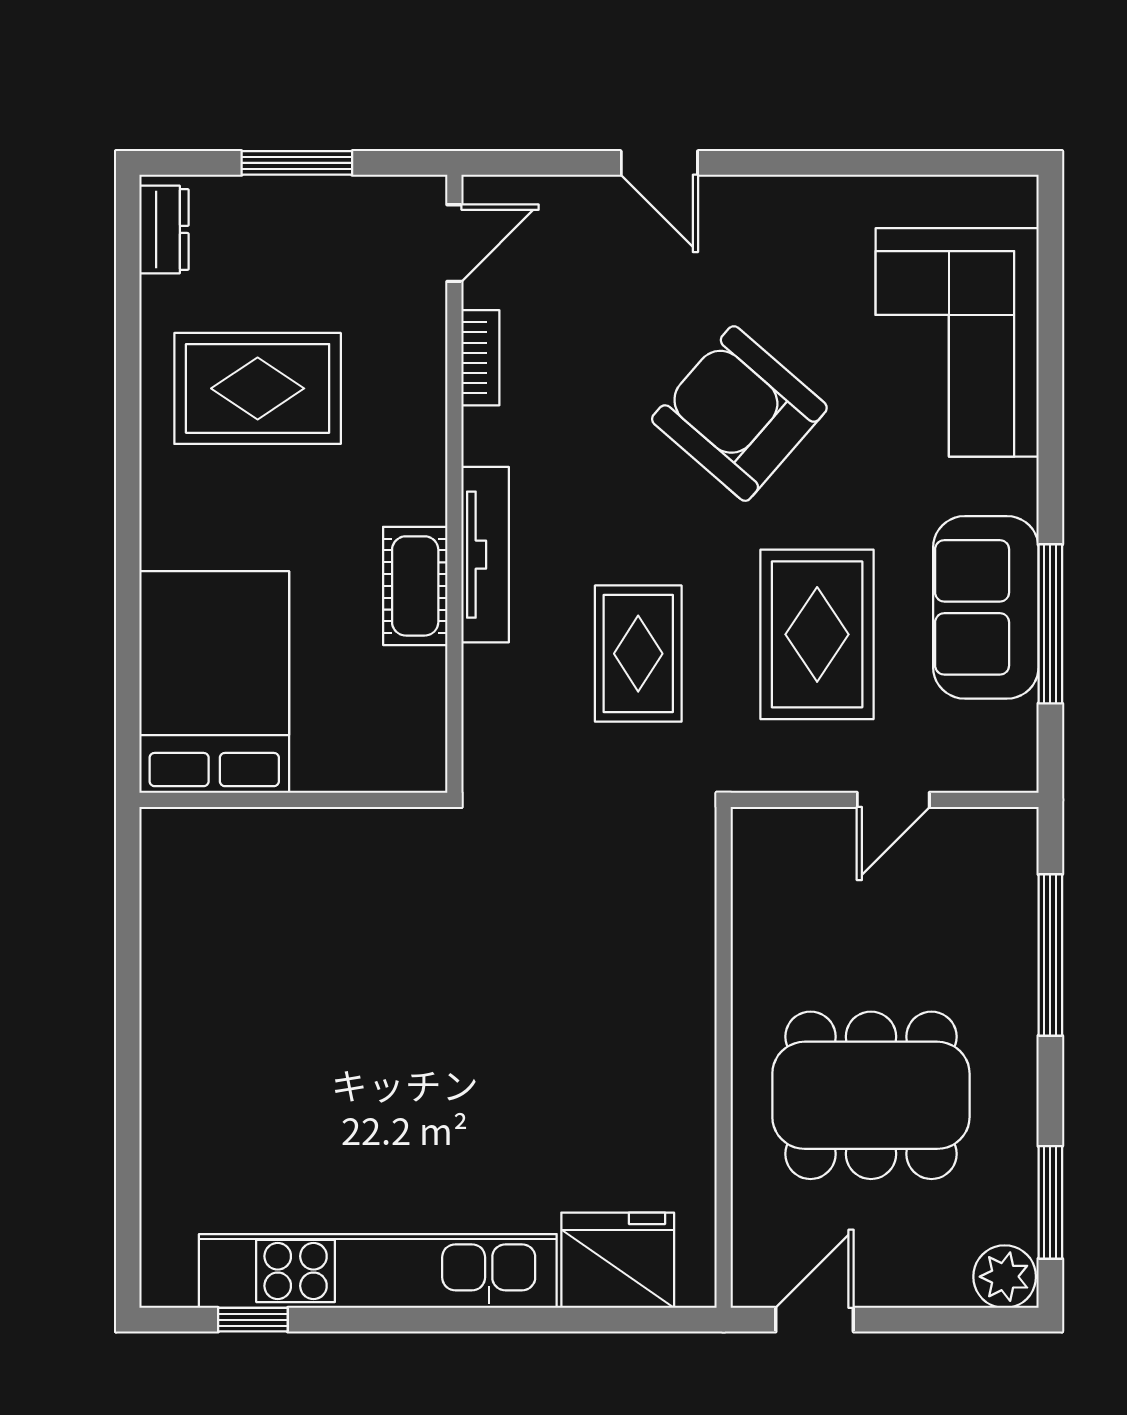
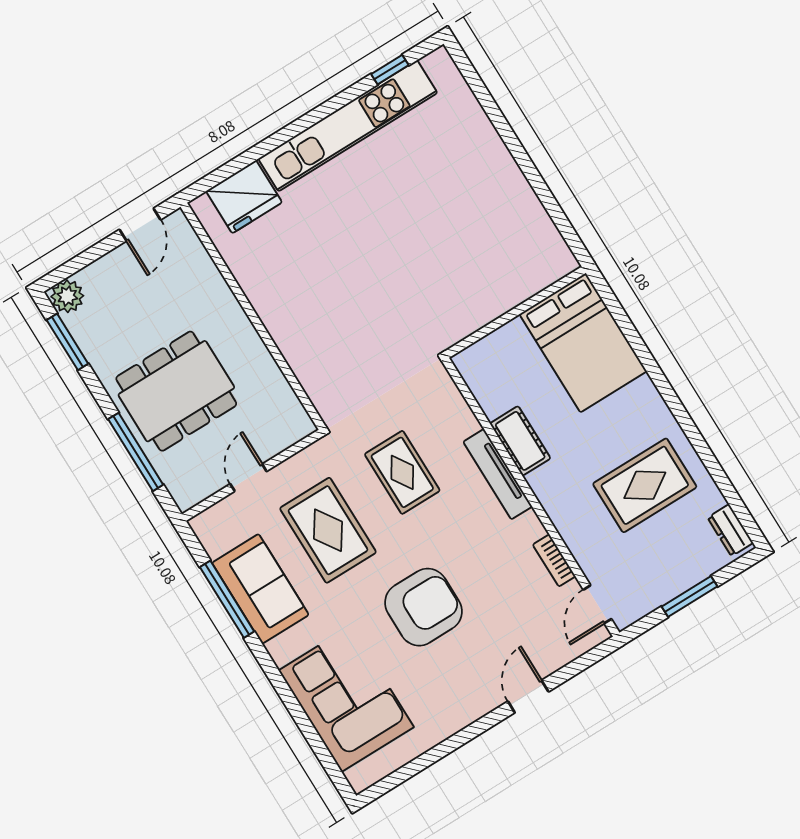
door: (659, 163) -> (528, 697), hinge flipped
armchair: (739, 414) -> (423, 607), turned -41
dining table: (871, 1095) -> (176, 391), moved

